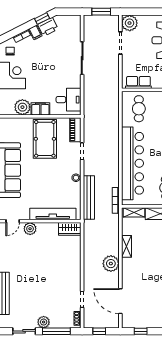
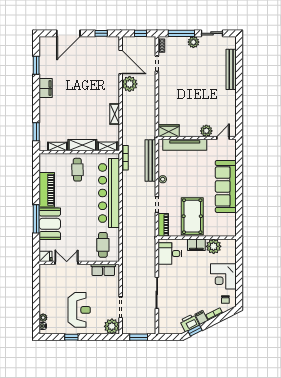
plant: (111, 264) -> (130, 84), moved

